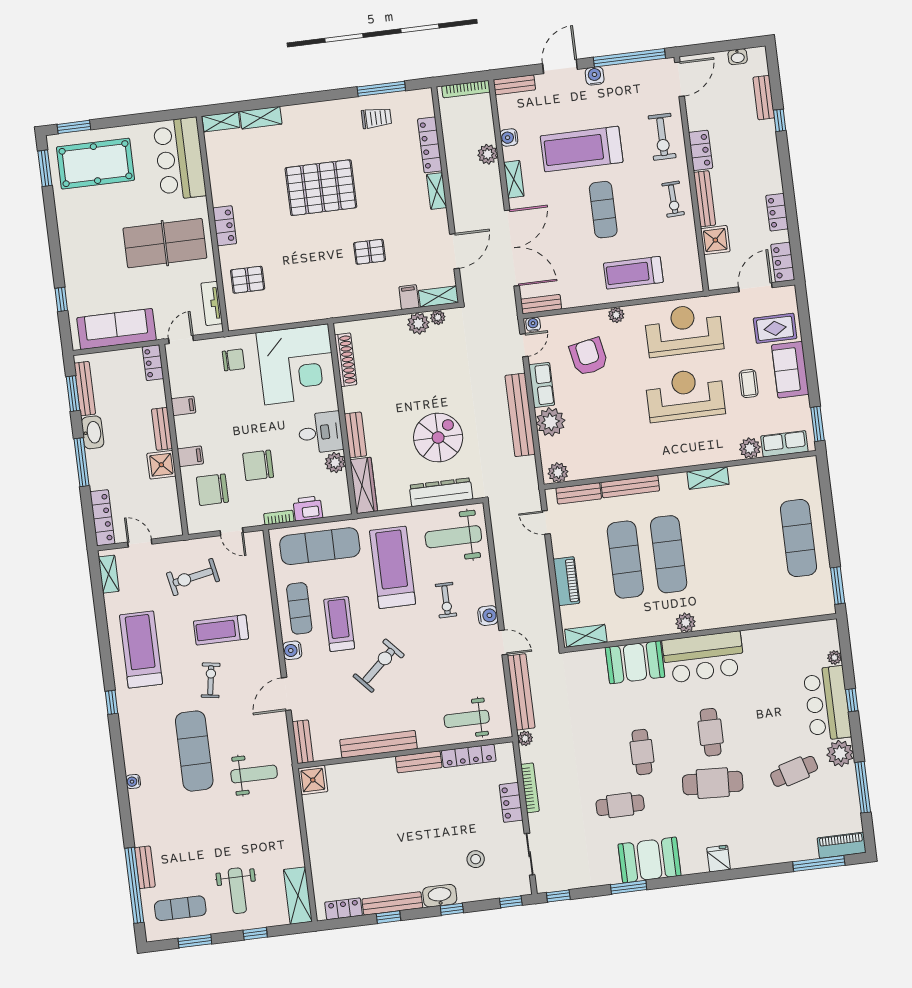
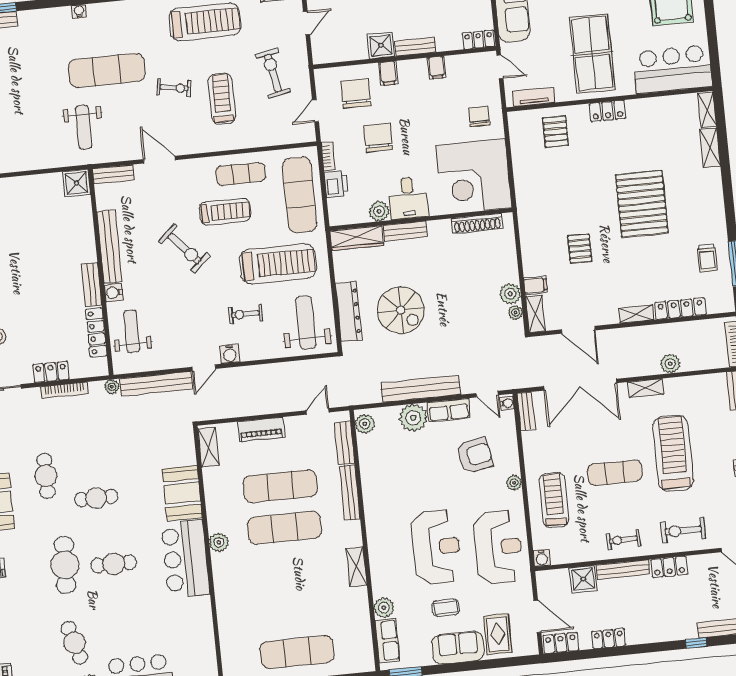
water cooler: (509, 137) -> (542, 558), moved, turned 180
chair: (233, 360) -> (479, 116), turned 180
water cooler: (292, 650) -> (114, 293), moved, turned -90

